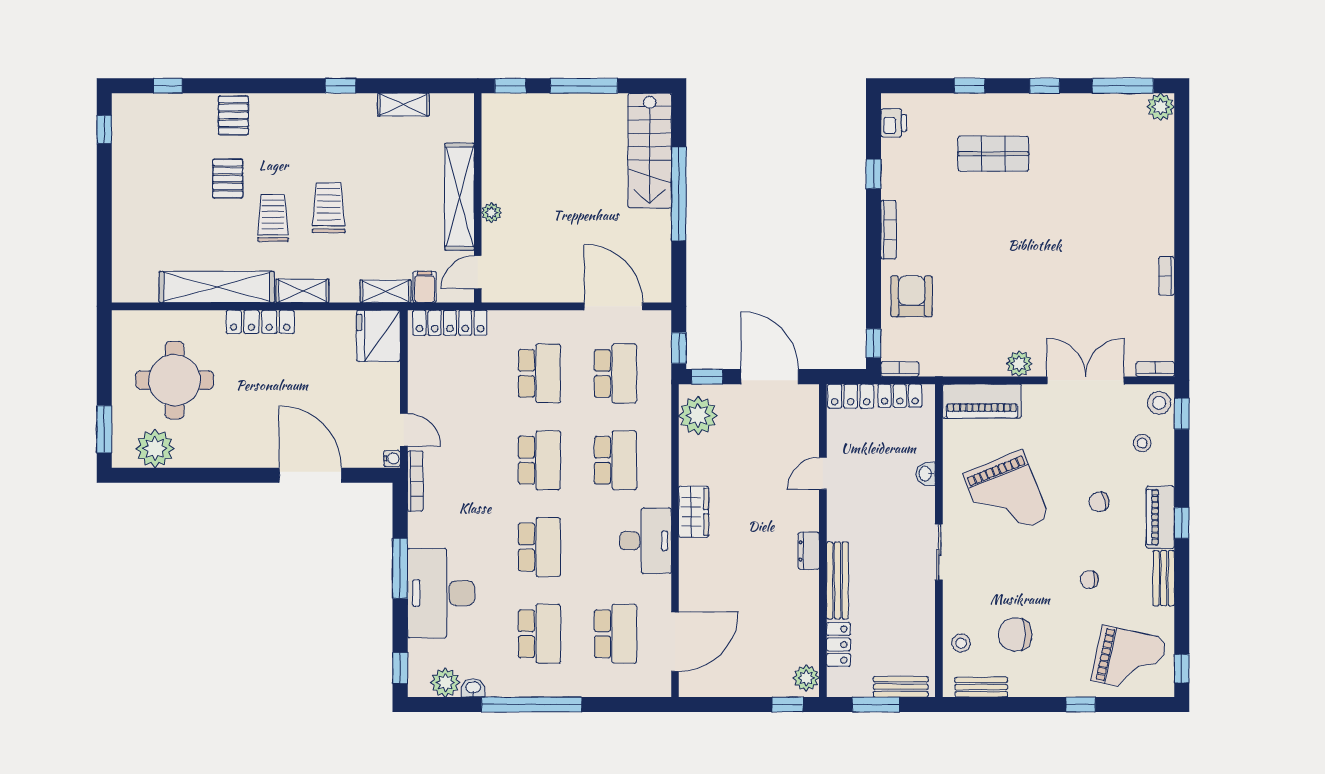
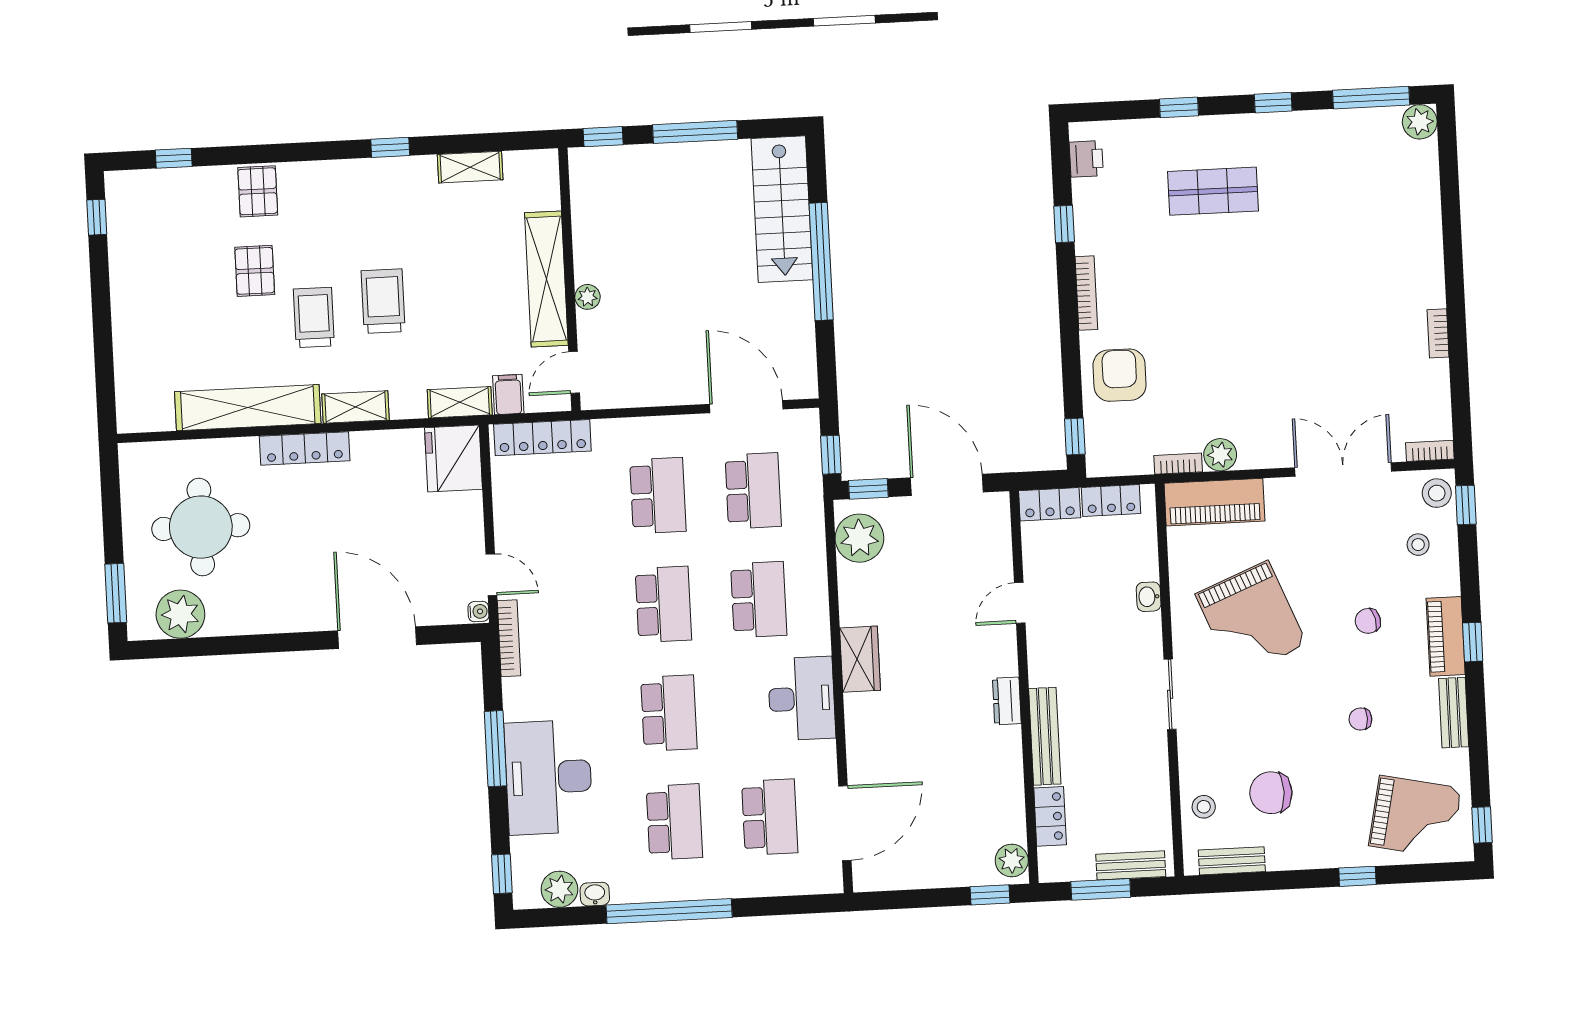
plant: (1019, 364) -> (1220, 455), moved
bookcase: (900, 369) -> (1178, 464), moved

